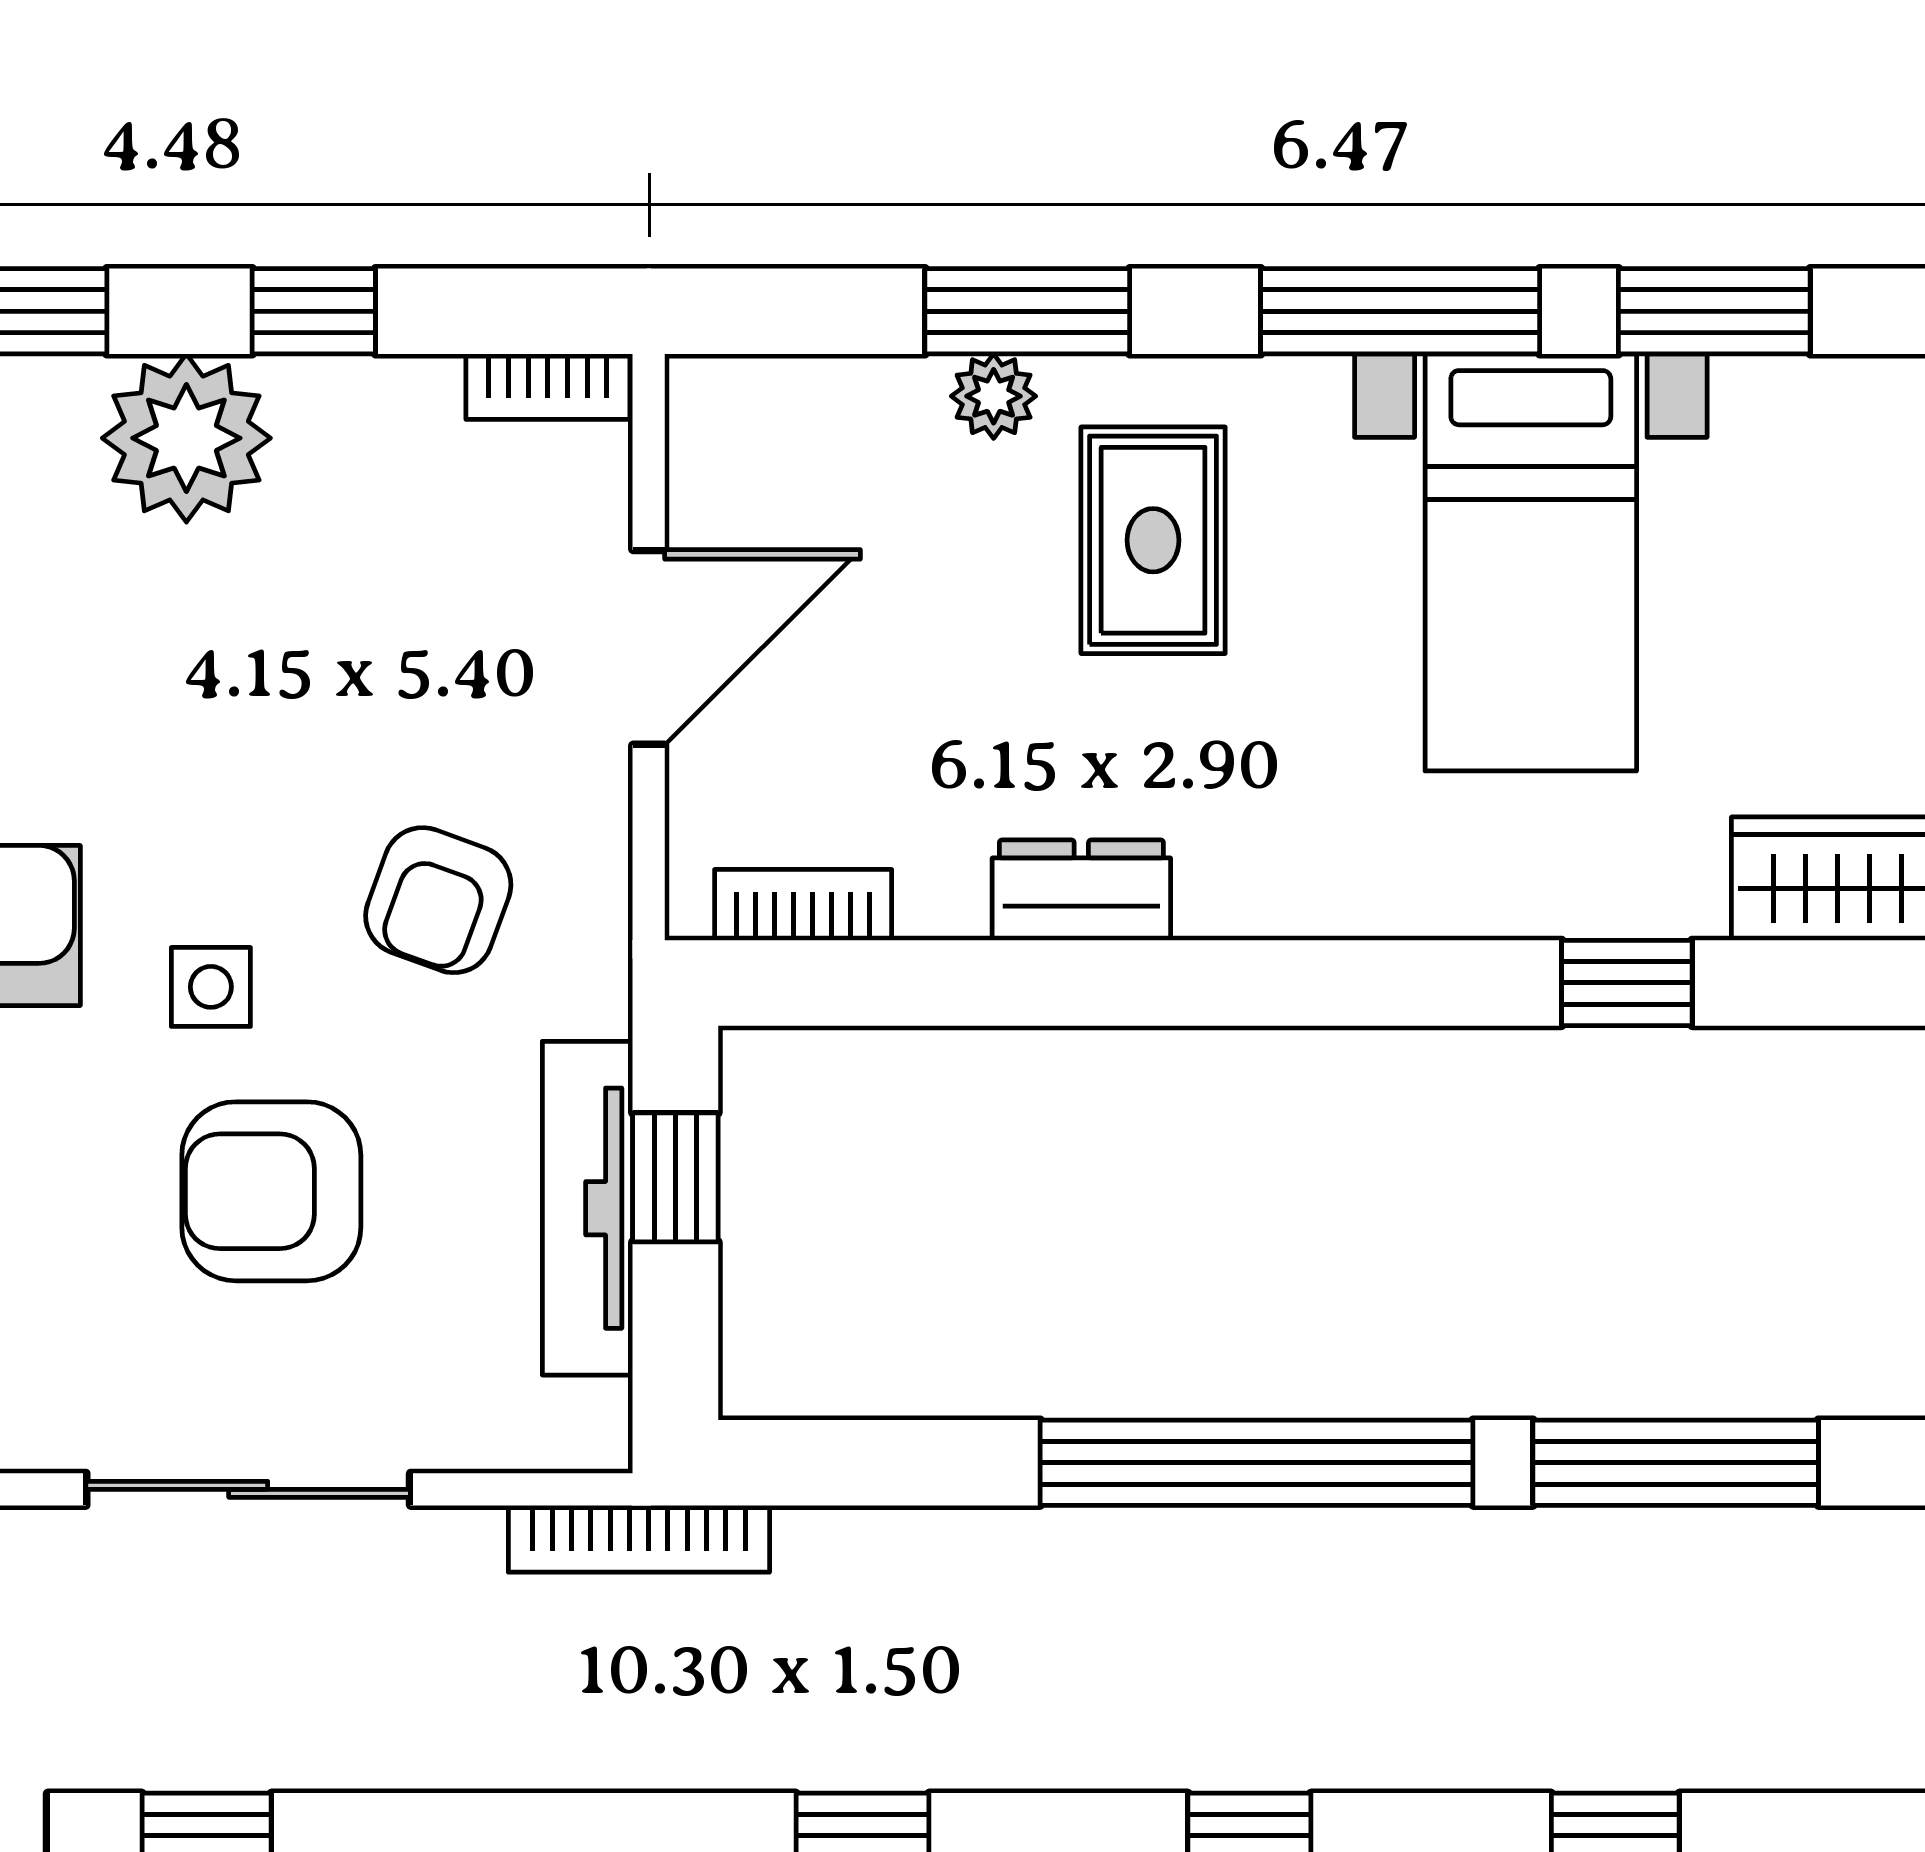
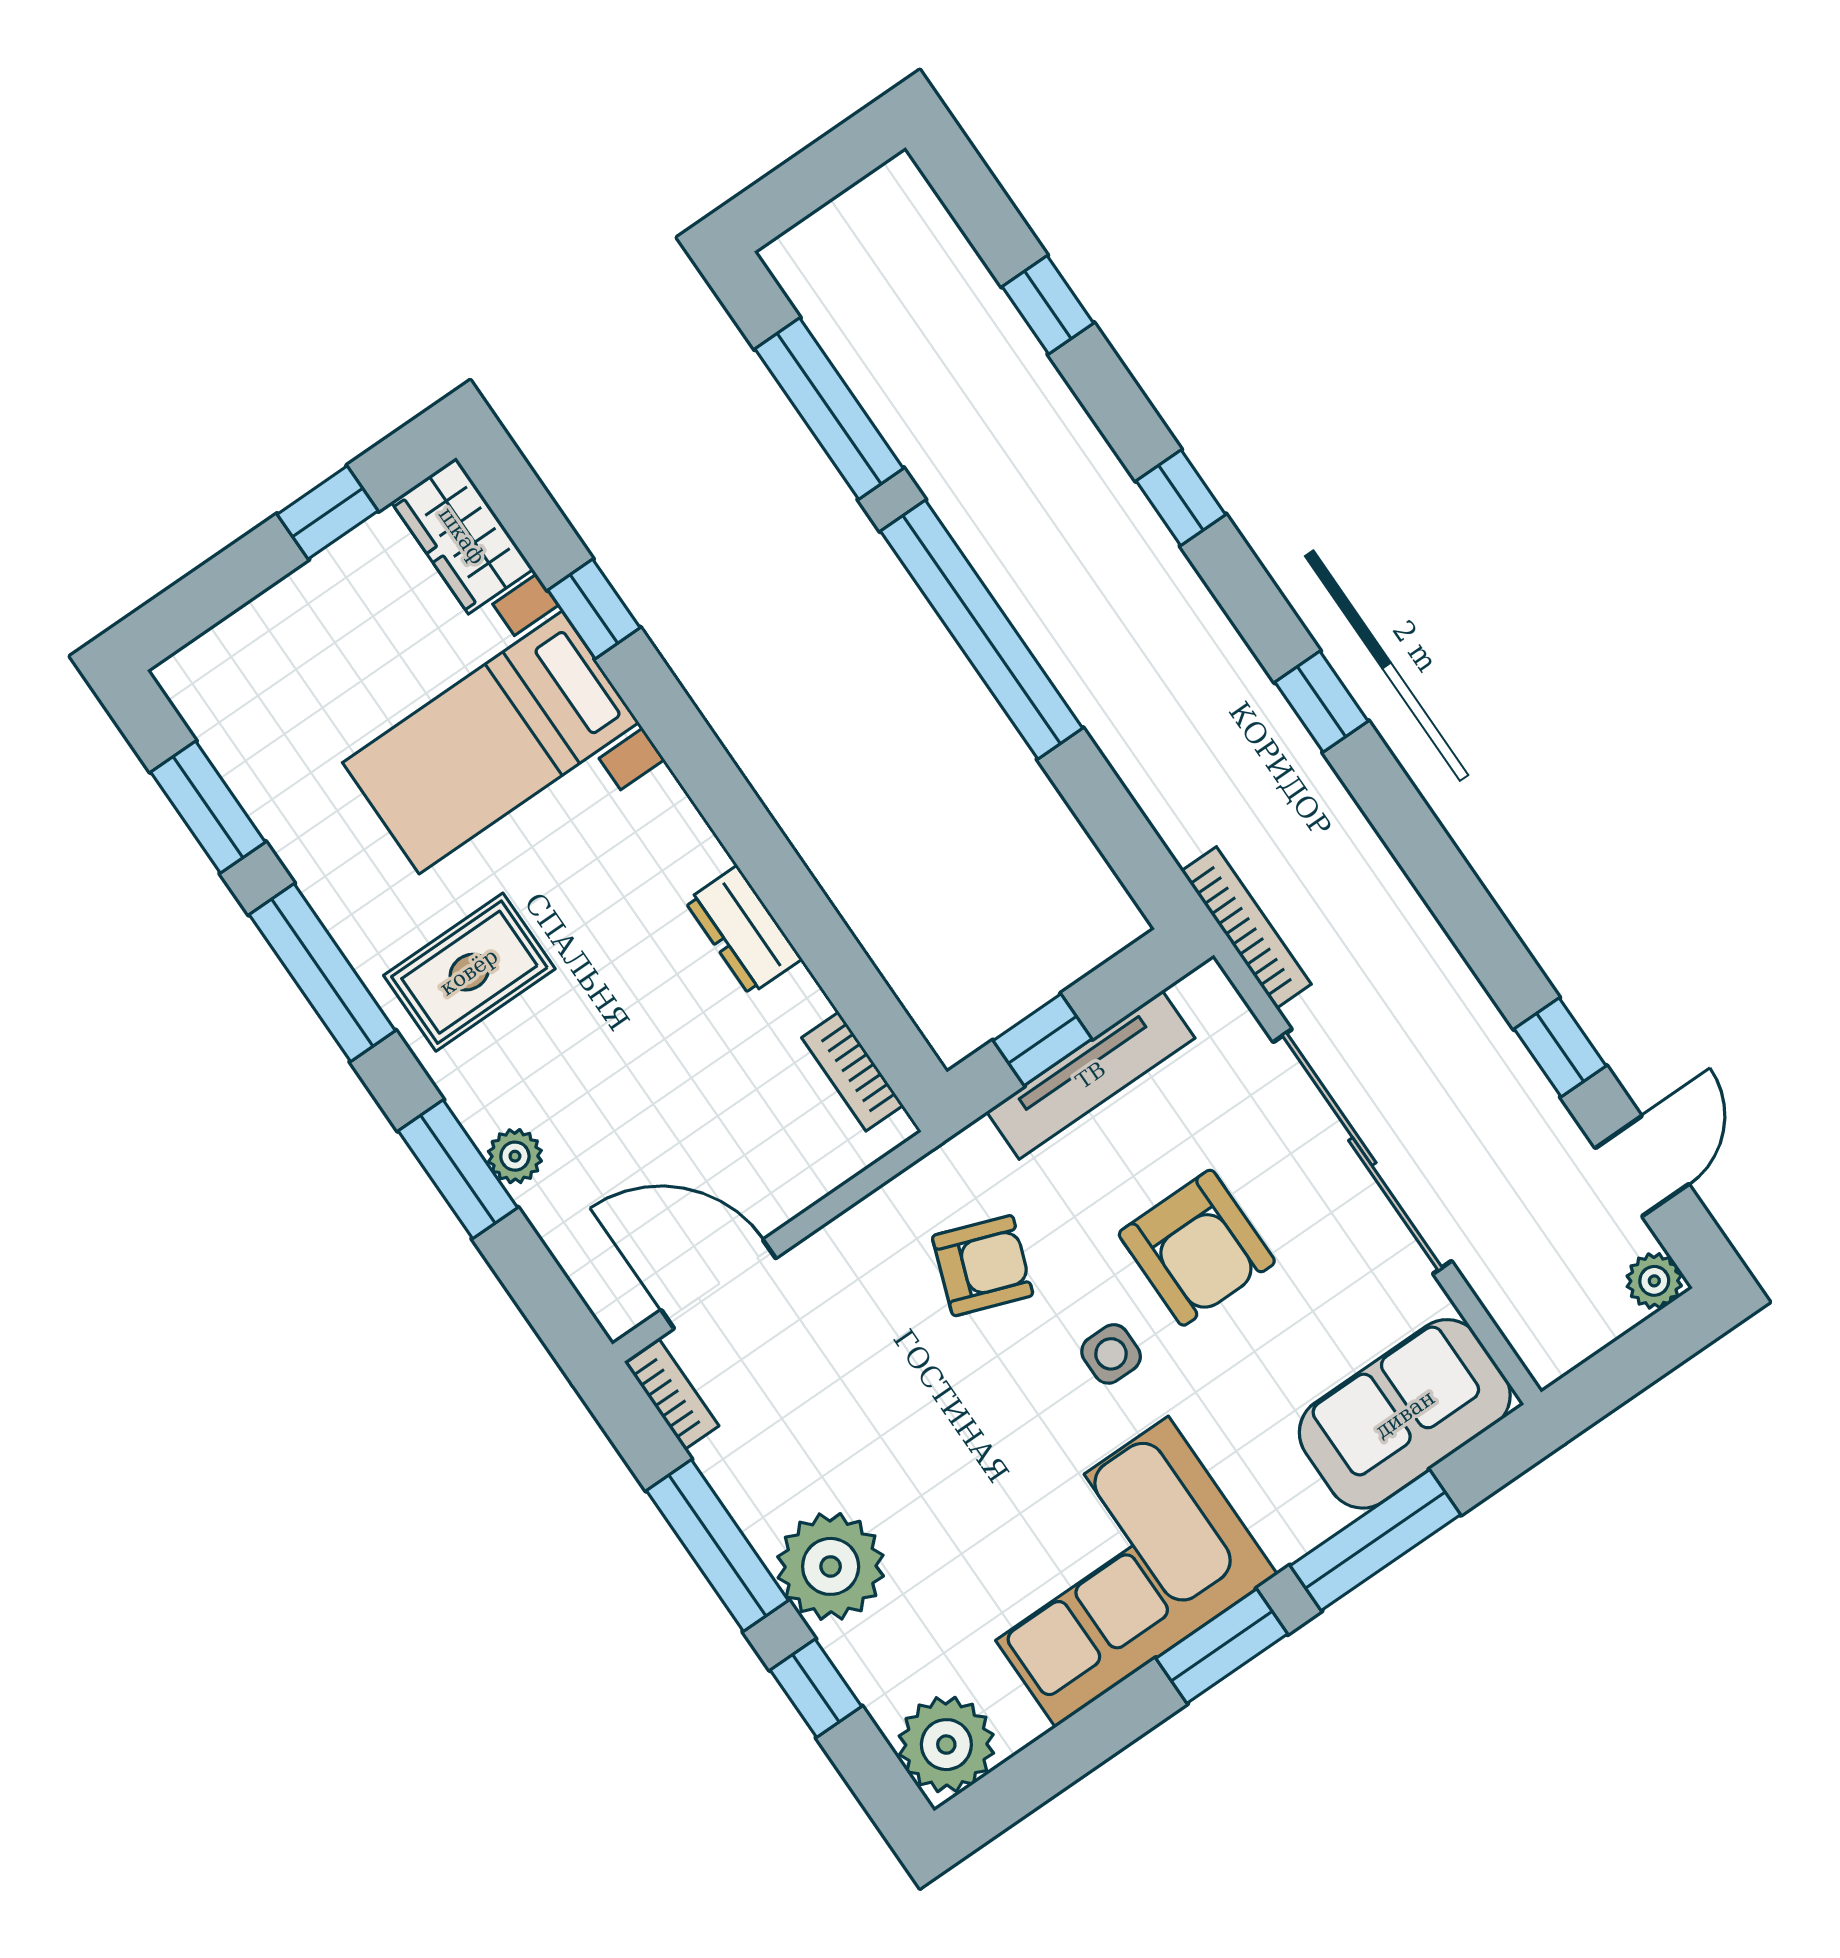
window: (314, 311) -> (717, 1545), width x2.17
rug: (1153, 540) -> (469, 972), moved
bed with nightstands: (1531, 562) -> (491, 742), moved, turned 180
door: (649, 647) -> (718, 1284), moved
sliding door: (248, 1489) -> (1362, 1152), width x1.36

